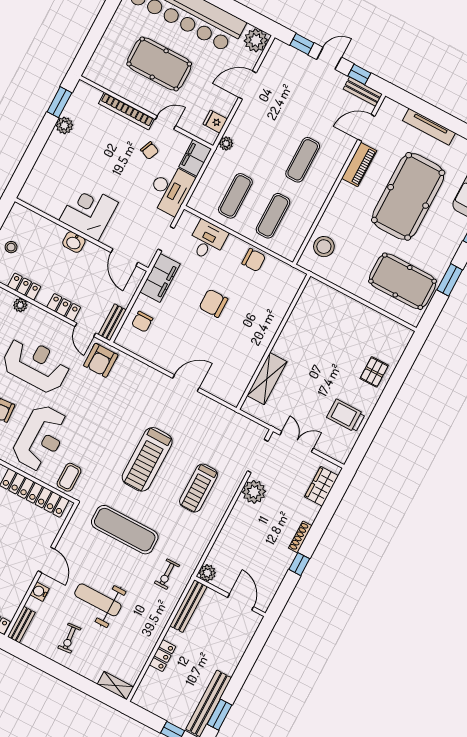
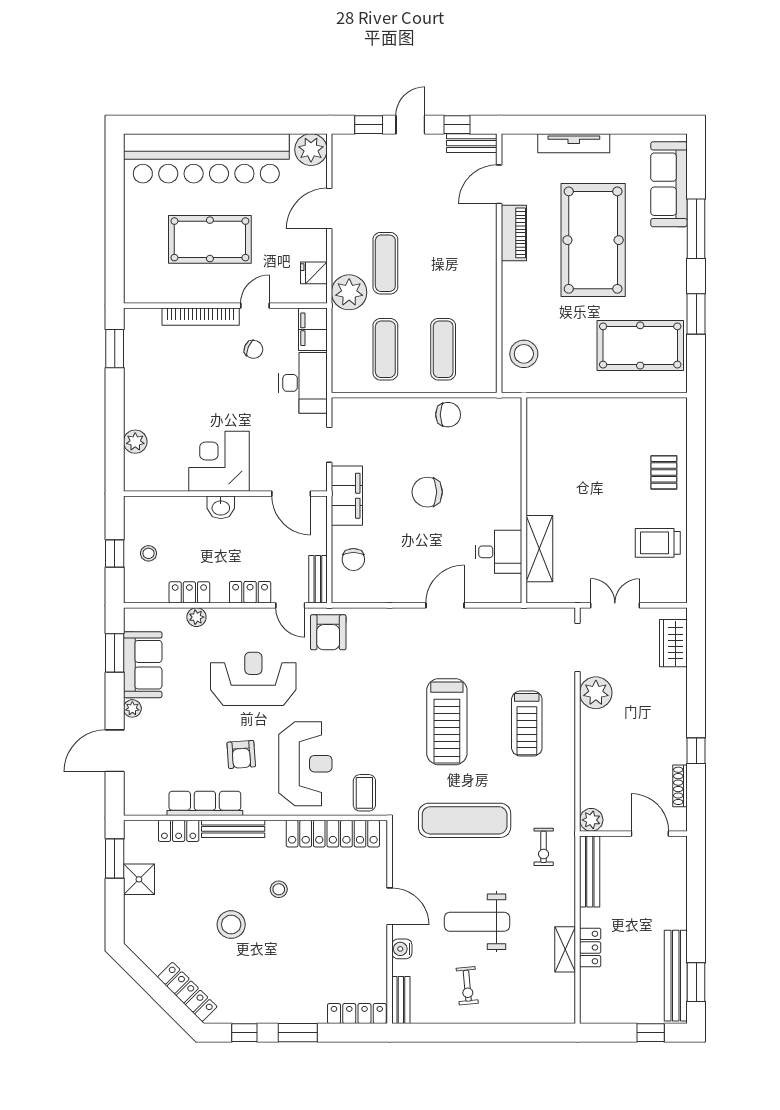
plant: (64, 125) -> (135, 442), moved
plant: (226, 144) -> (349, 292), width x1.88, depth x1.88
exercise mat: (303, 160) -> (385, 263), moved
desk: (207, 241) -> (498, 552), moved, turned 90
shoe rack: (300, 537) -> (680, 786), moved
shelving: (115, 686) -> (565, 949), moved, turned 90

